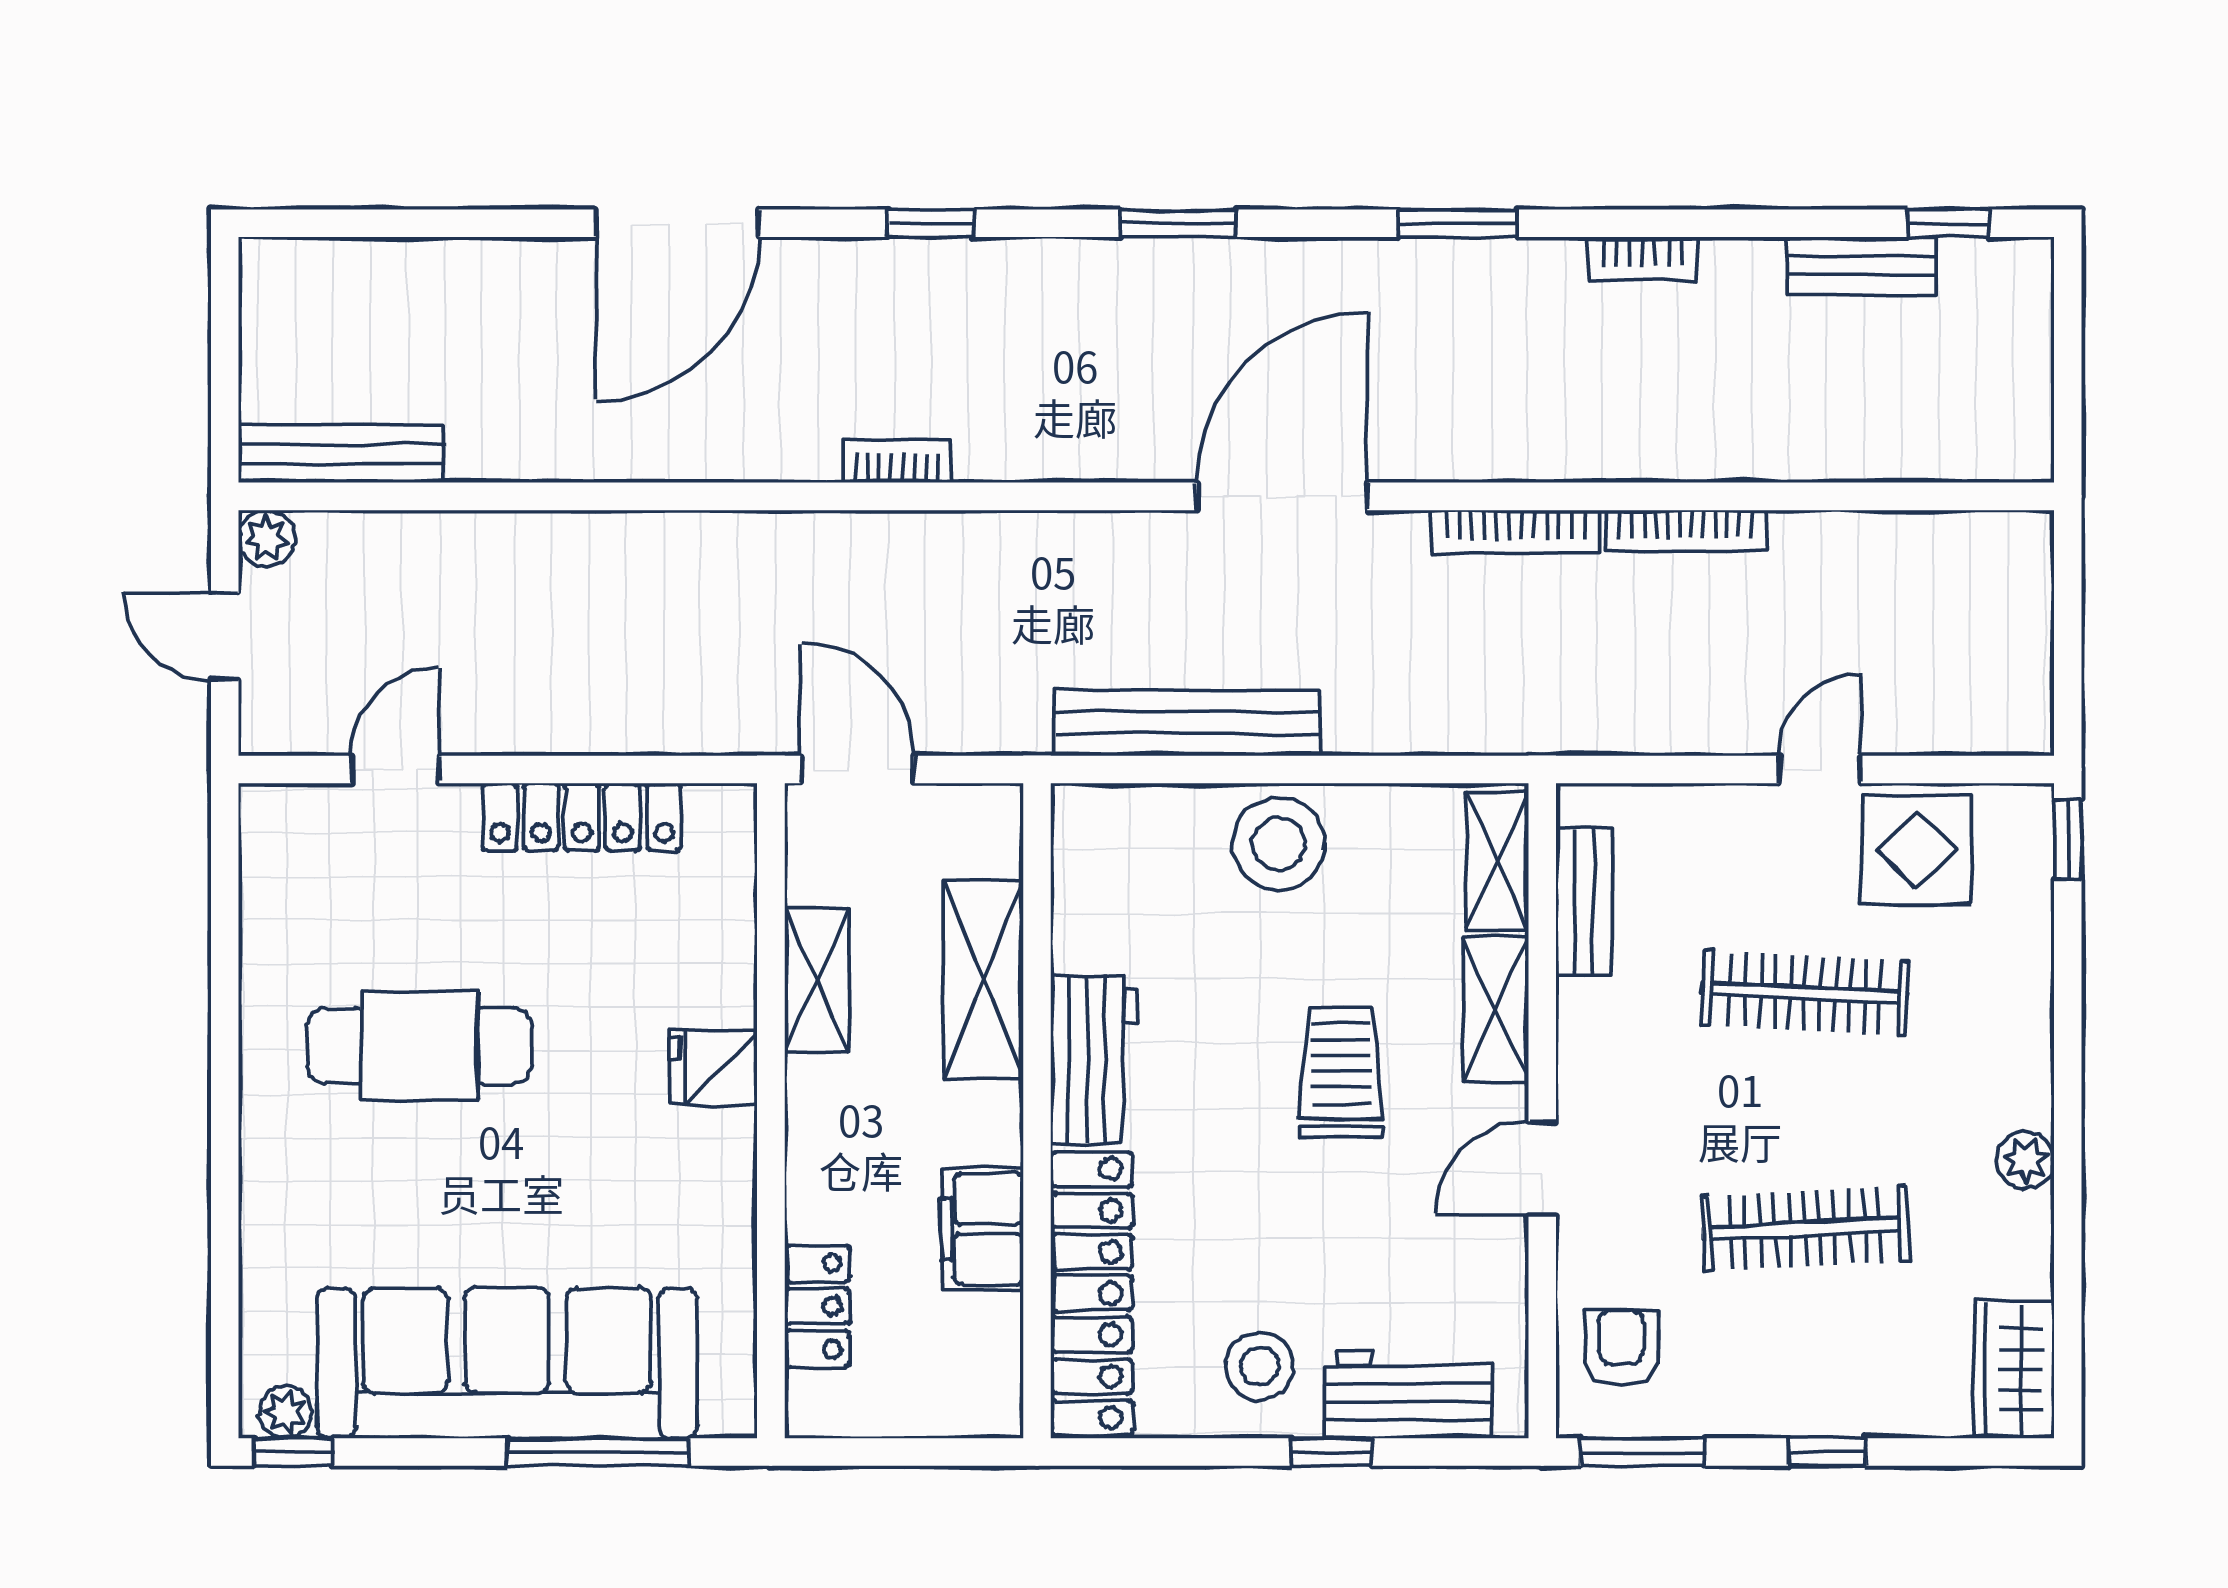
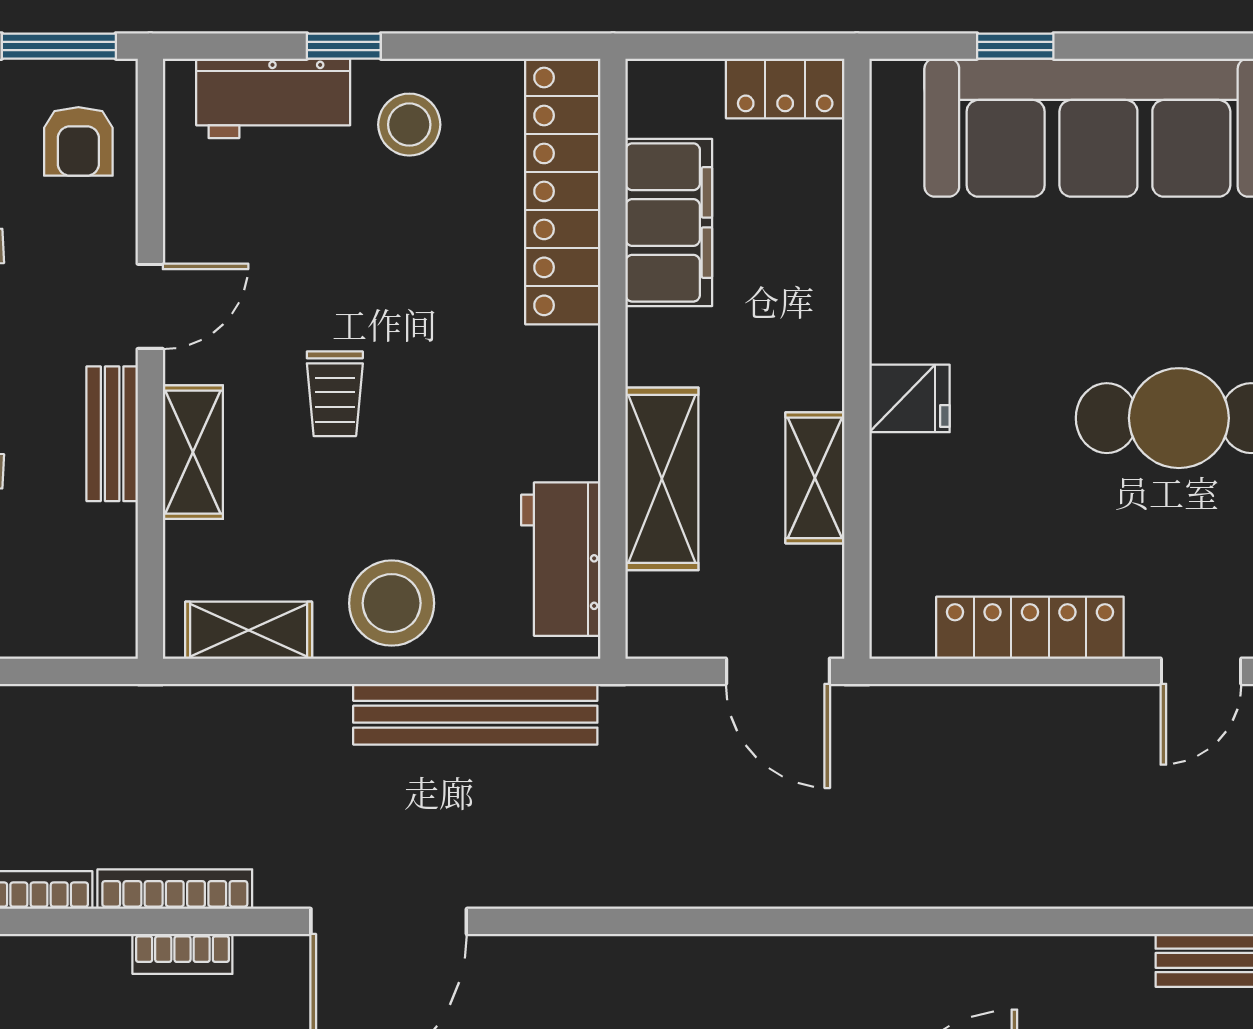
bookcase: (897, 461) -> (182, 954), moved
shelving: (1497, 861) -> (249, 630), moved, turned 90
bench: (1584, 902) -> (112, 434), moved
workbench: (1094, 1059) -> (561, 559), moved
trolley: (1341, 1072) -> (335, 394), width x0.73, depth x0.72
filing cabinet: (983, 1229) -> (669, 222), width x1.50, depth x1.17
locker: (817, 1306) -> (785, 88), moved, turned -90
window: (598, 1452) -> (1015, 46), width x0.46

